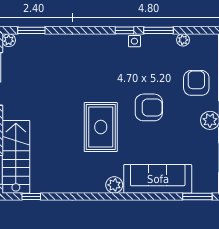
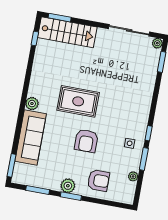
side table: (134, 41) -> (130, 143), moved

